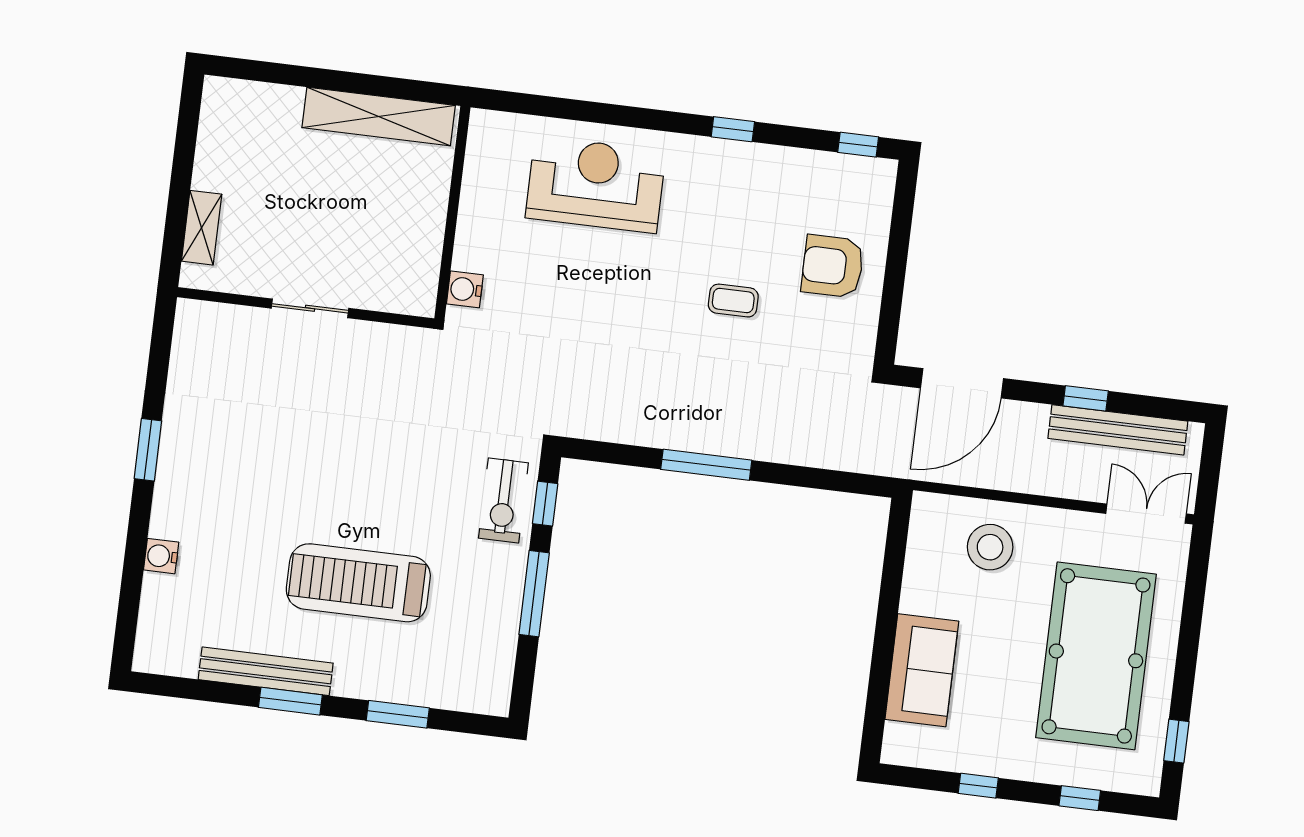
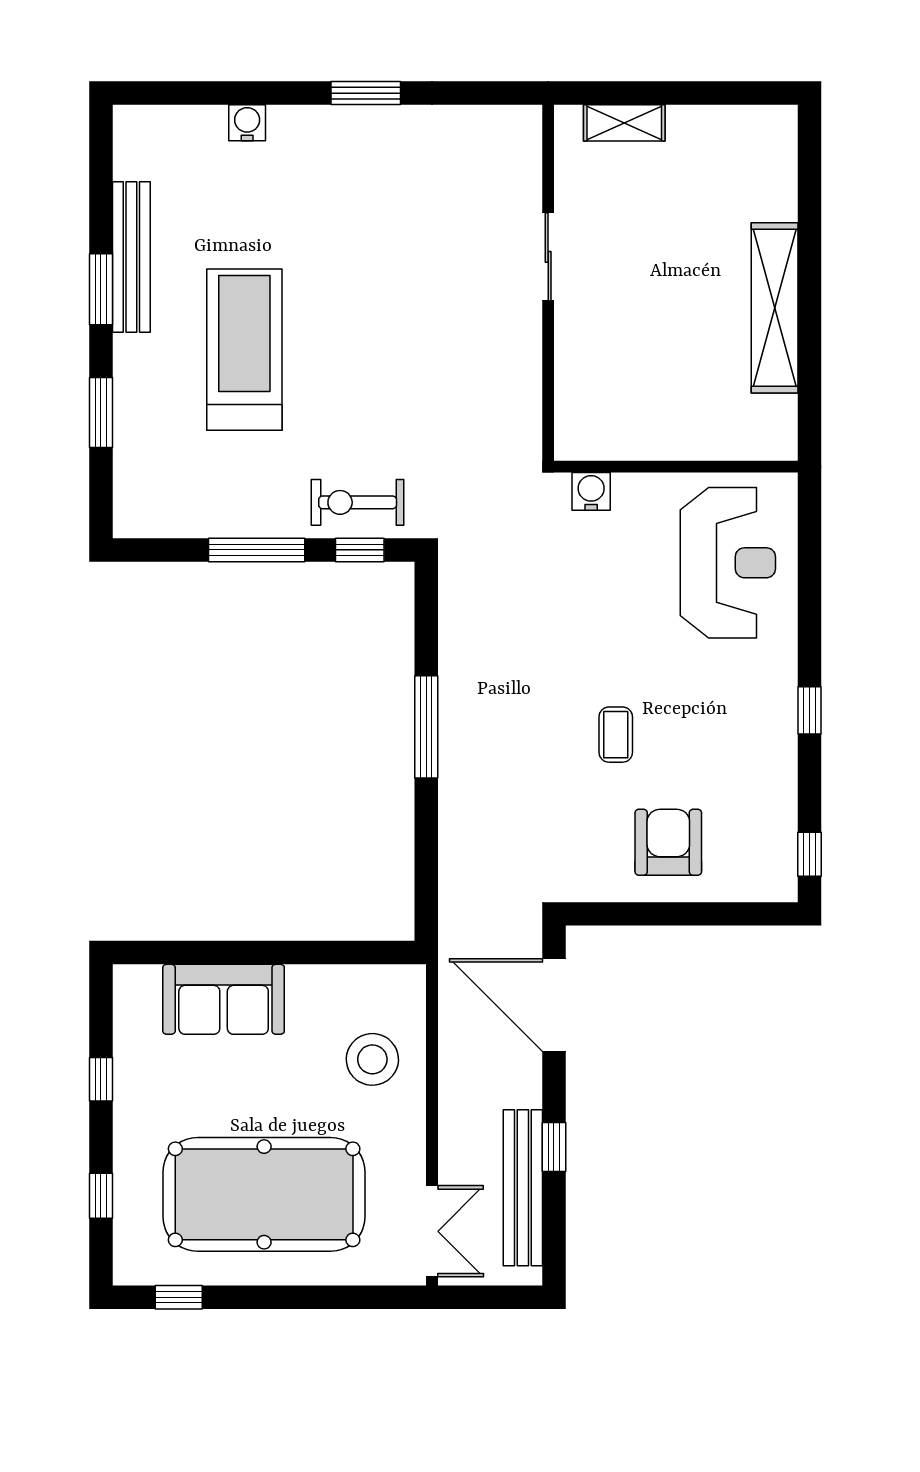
wall: (452, 213) -> (676, 467), moved
water cooler: (465, 289) -> (591, 491), moved

